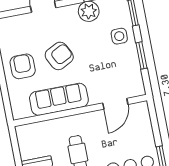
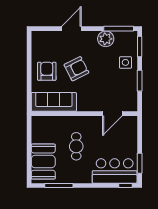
sofa: (59, 99) -> (54, 102), moved

